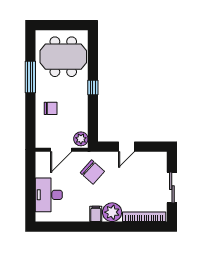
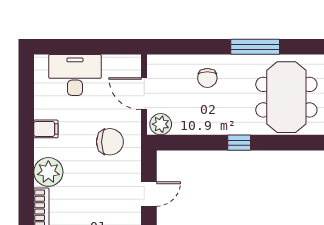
door: (126, 147) -> (149, 194), swing flipped
chair: (92, 172) -> (110, 142), turned -132
filing cabinet: (96, 214) -> (46, 129), moved

